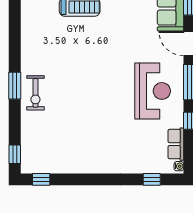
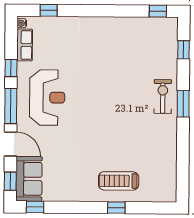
reception desk: (153, 91) -> (47, 98), turned 180
window: (15, 154) -> (184, 50), moved

